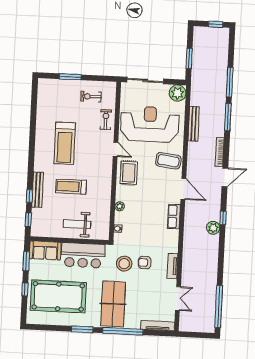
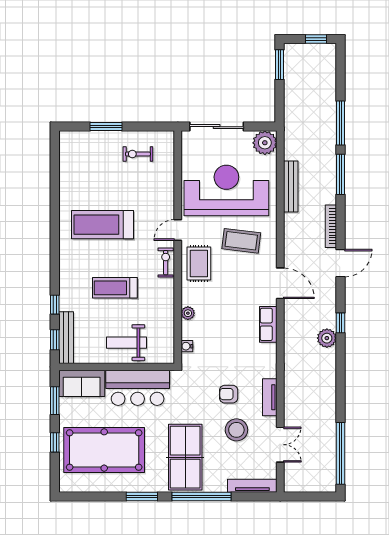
window: (189, 59) -> (279, 65), moved
exercise bike: (106, 120) -> (166, 263), moved
treadmill: (65, 143) -> (102, 225), turned 90
door: (116, 149) -> (178, 230), swing flipped
coffee table: (168, 161) -> (241, 241), moved
bench: (38, 190) -> (66, 338), moved
stool: (124, 264) -> (236, 430), moved

